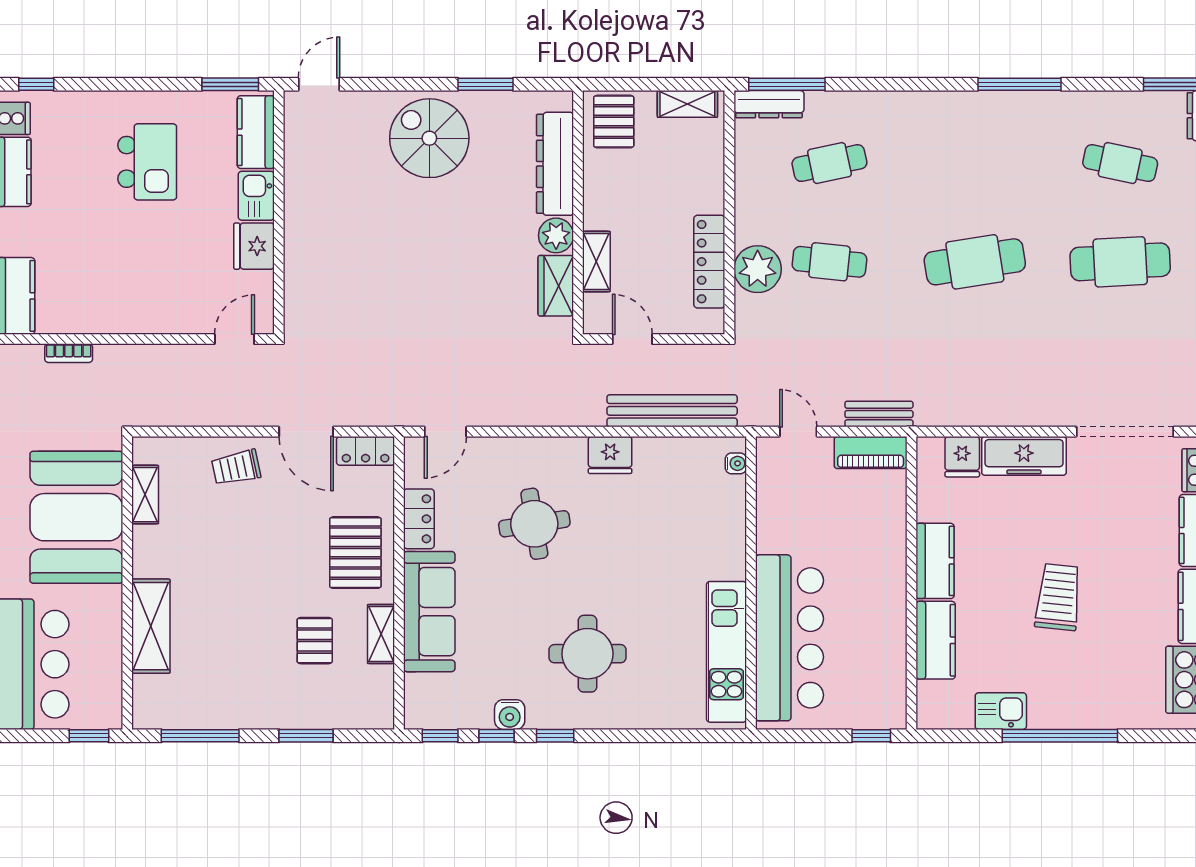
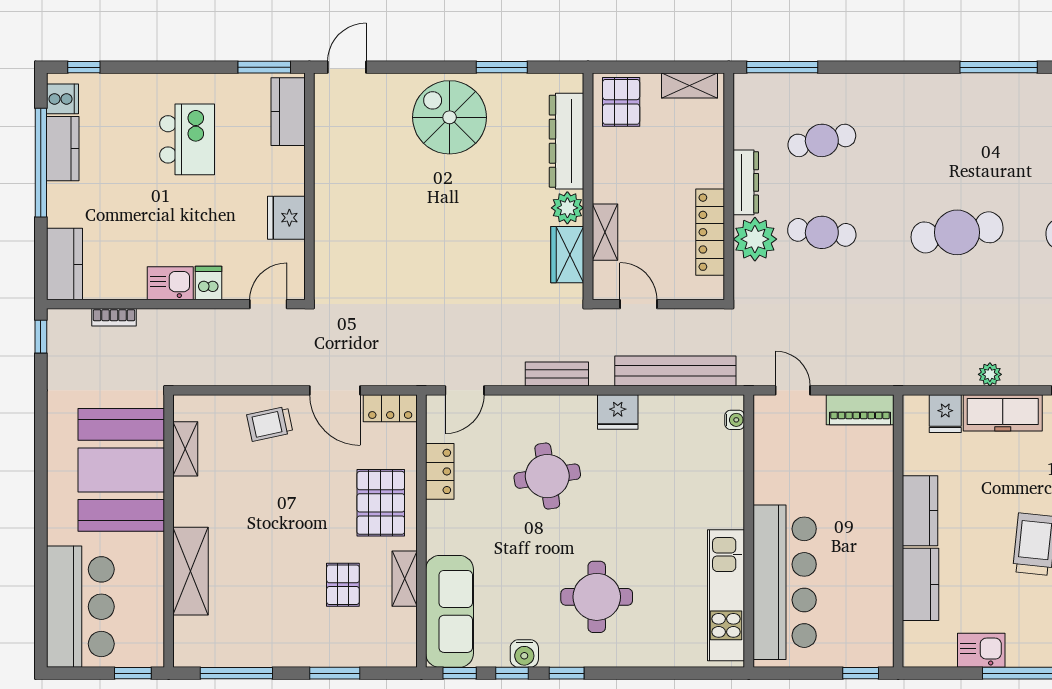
dresser: (769, 104) -> (746, 182), moved, turned -90
kitchen sink: (256, 196) -> (170, 283), moved, turned 90
dishwasher: (170, 316) -> (208, 283), added
bench: (879, 414) -> (557, 374), moved
plant: (1010, 414) -> (990, 374), added
sofa: (429, 612) -> (450, 611), moved

